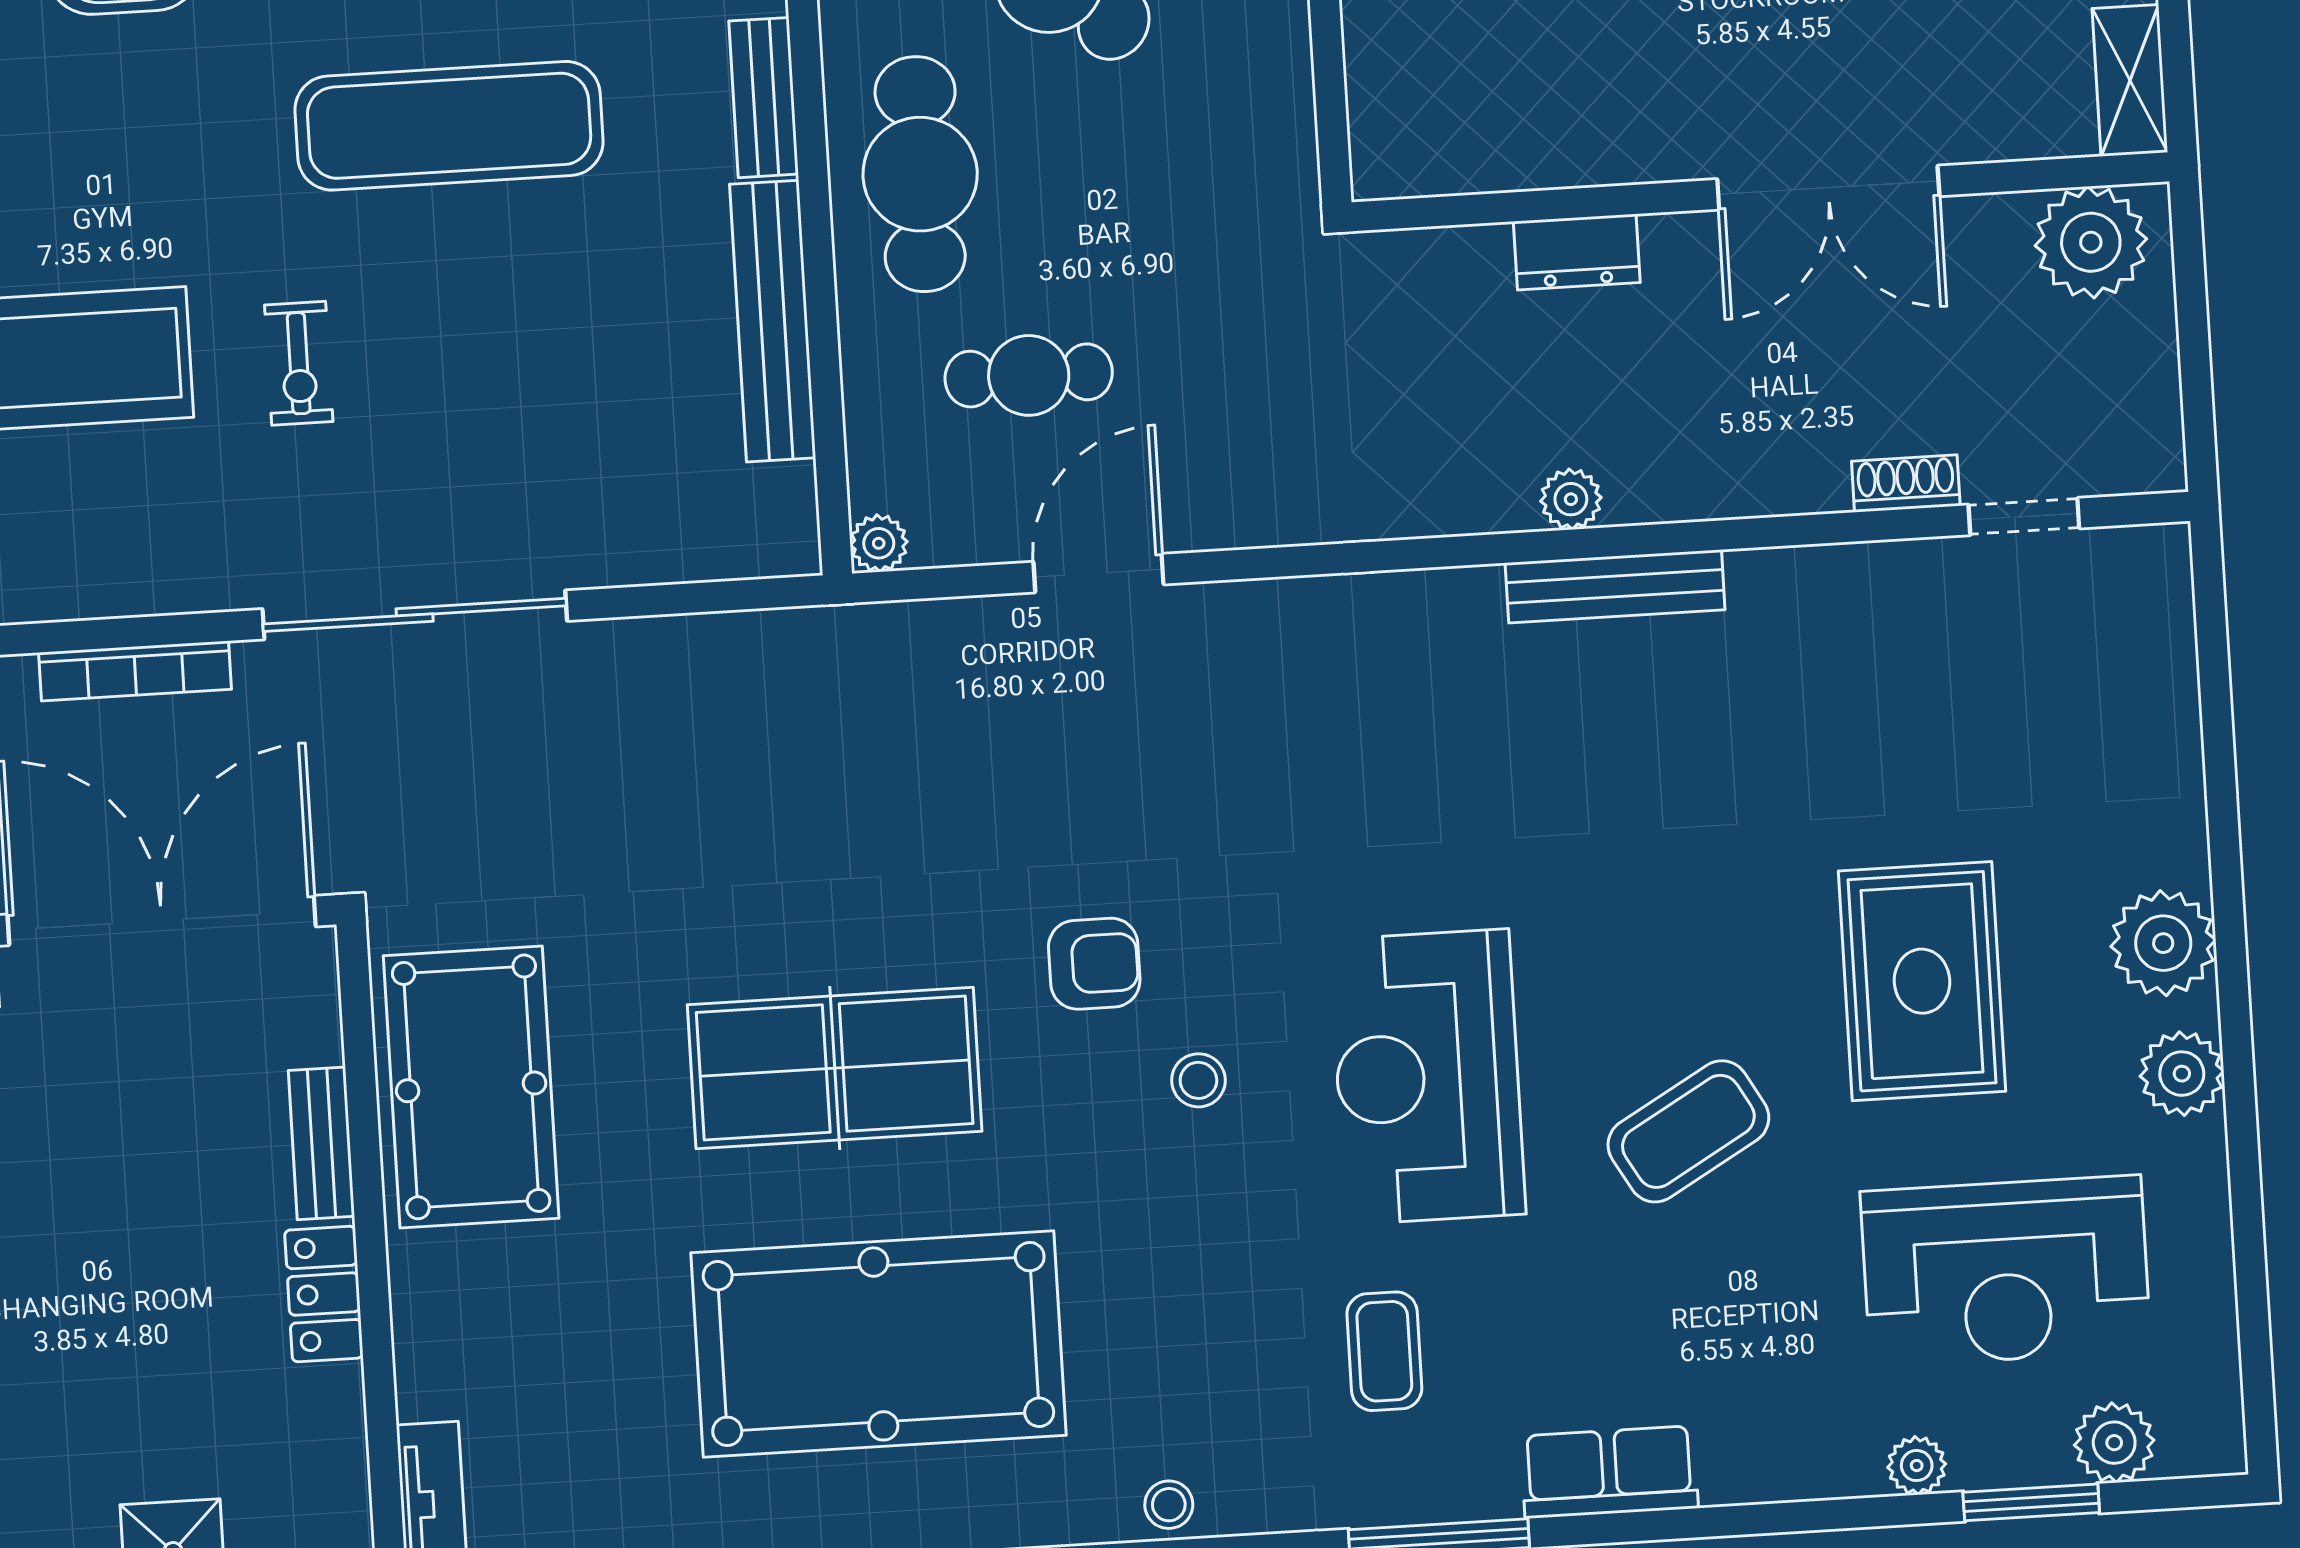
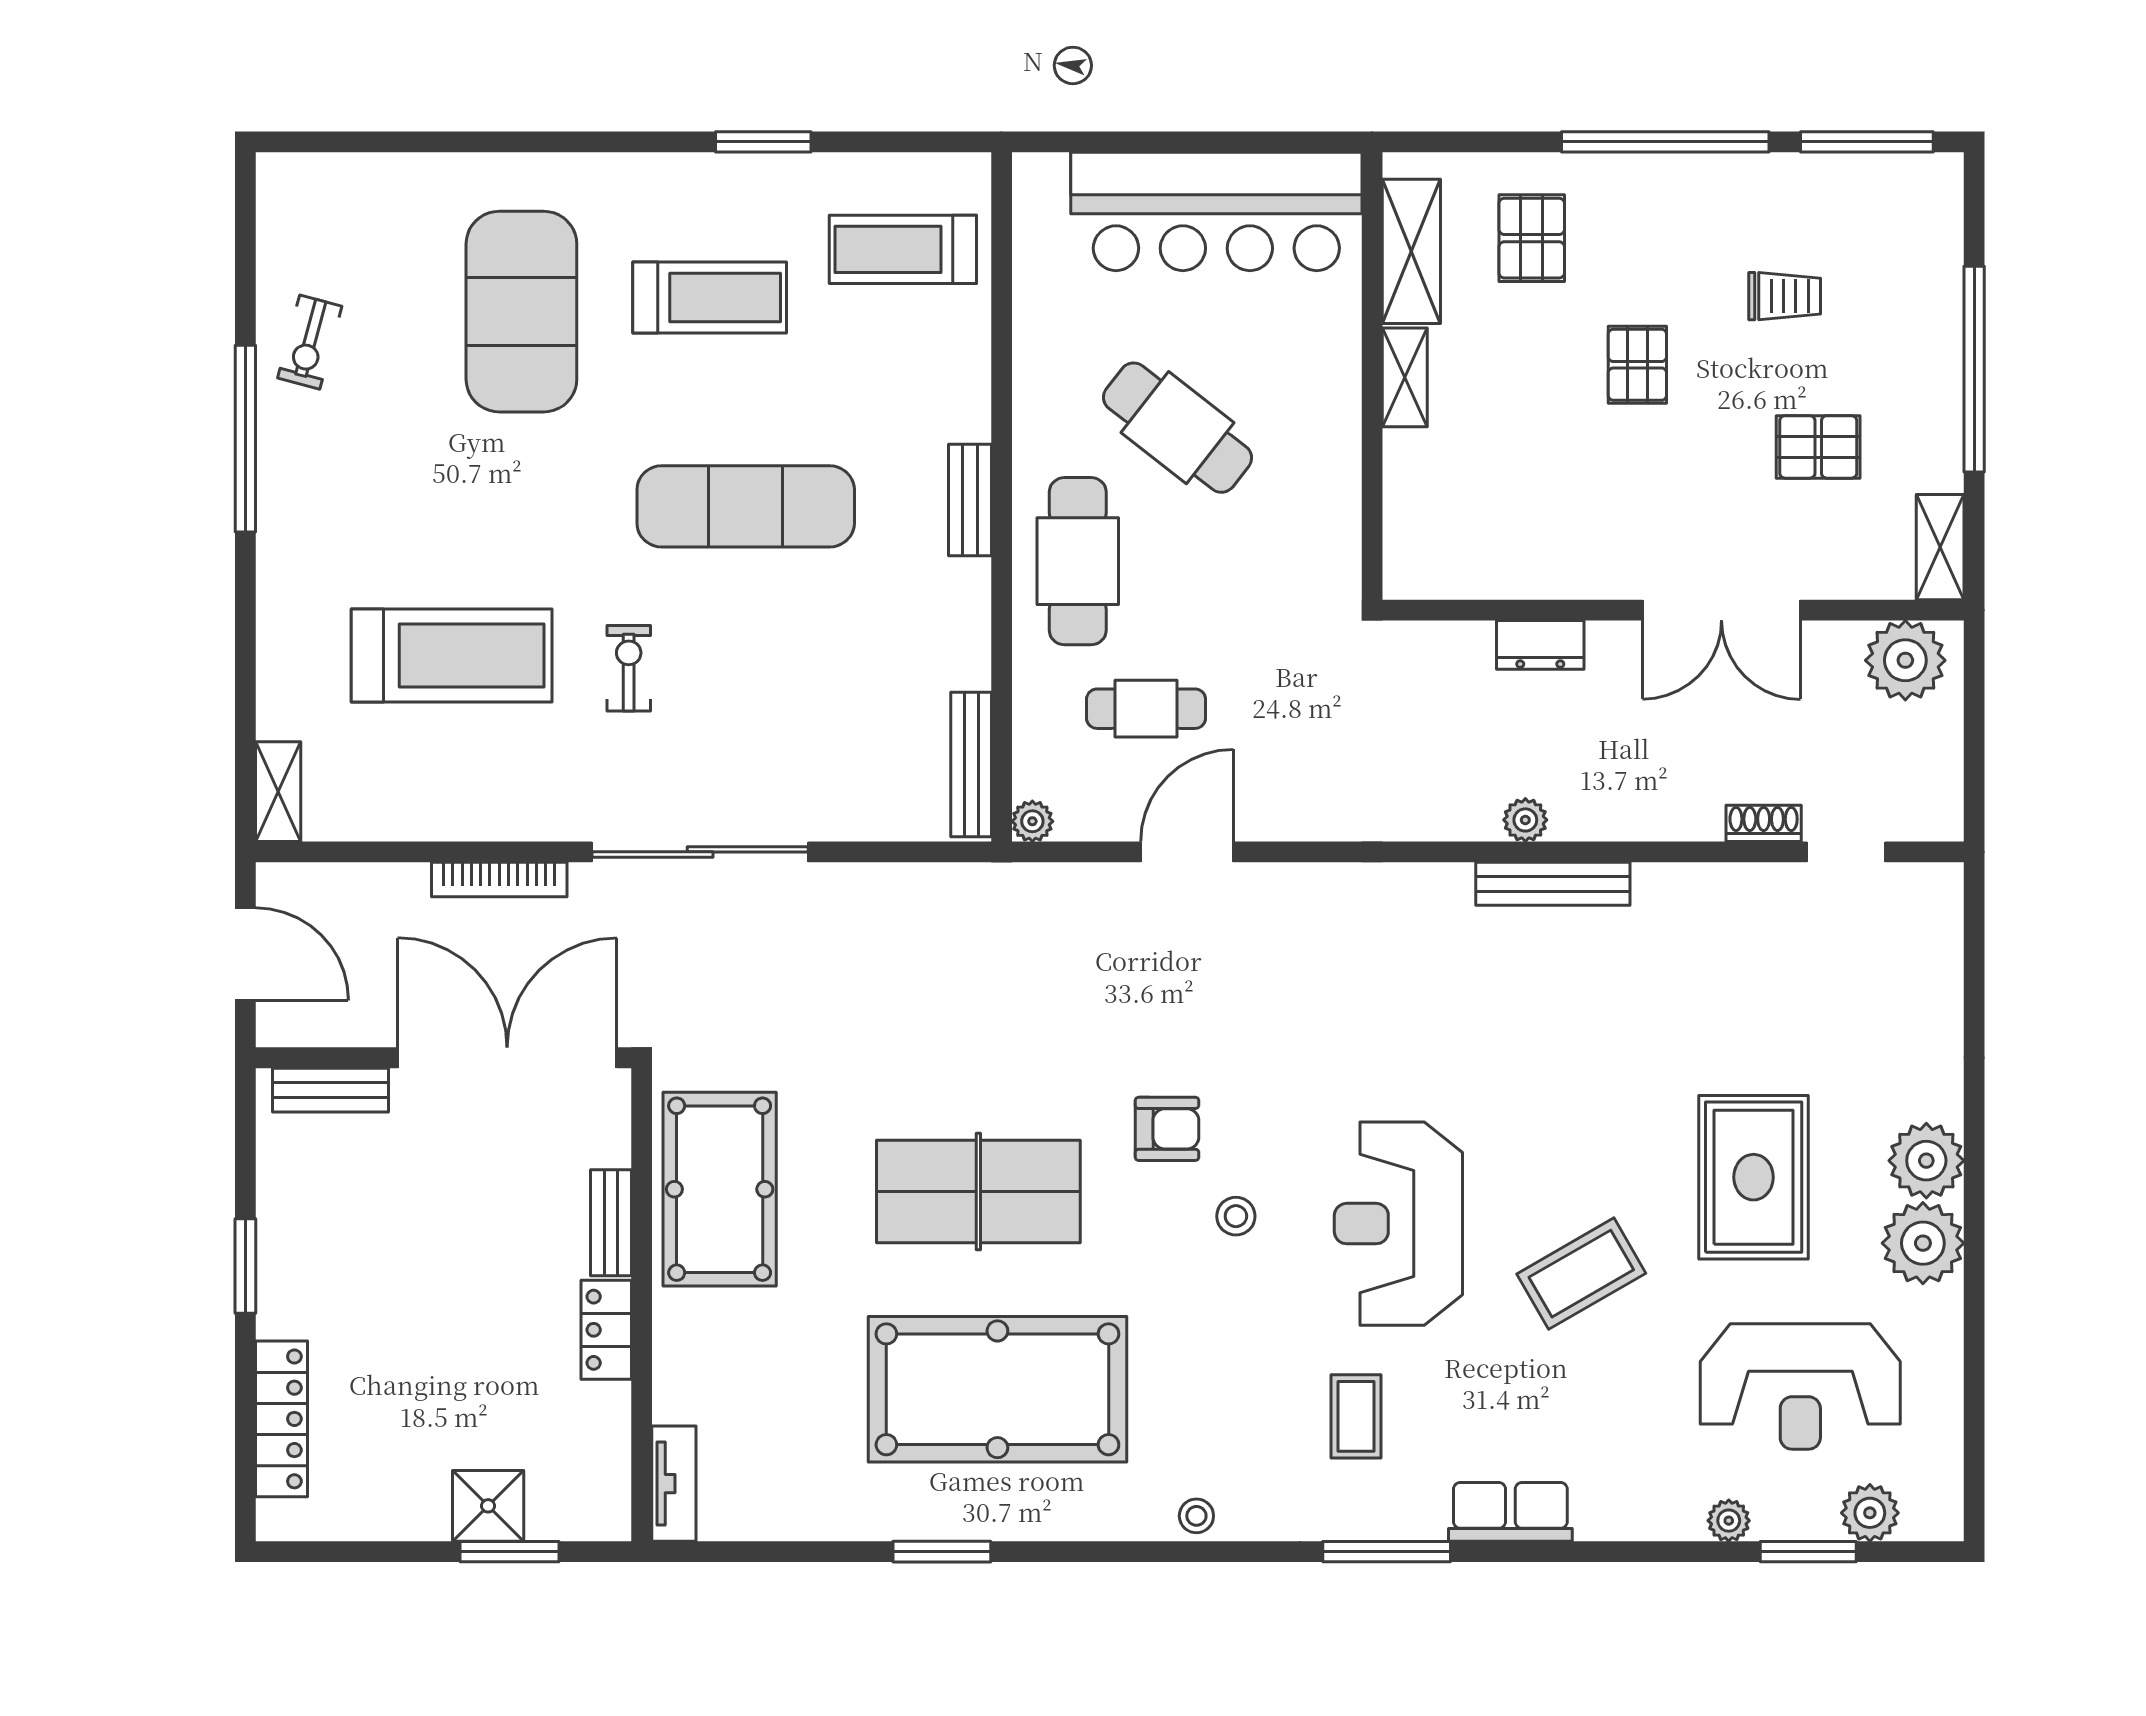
bench: (773, 321) -> (971, 764), moved, width x0.73, depth x0.82
exercise bike: (299, 363) -> (629, 668), turned 180
plant: (2182, 1074) -> (1923, 1243), width x1.36, depth x1.36

